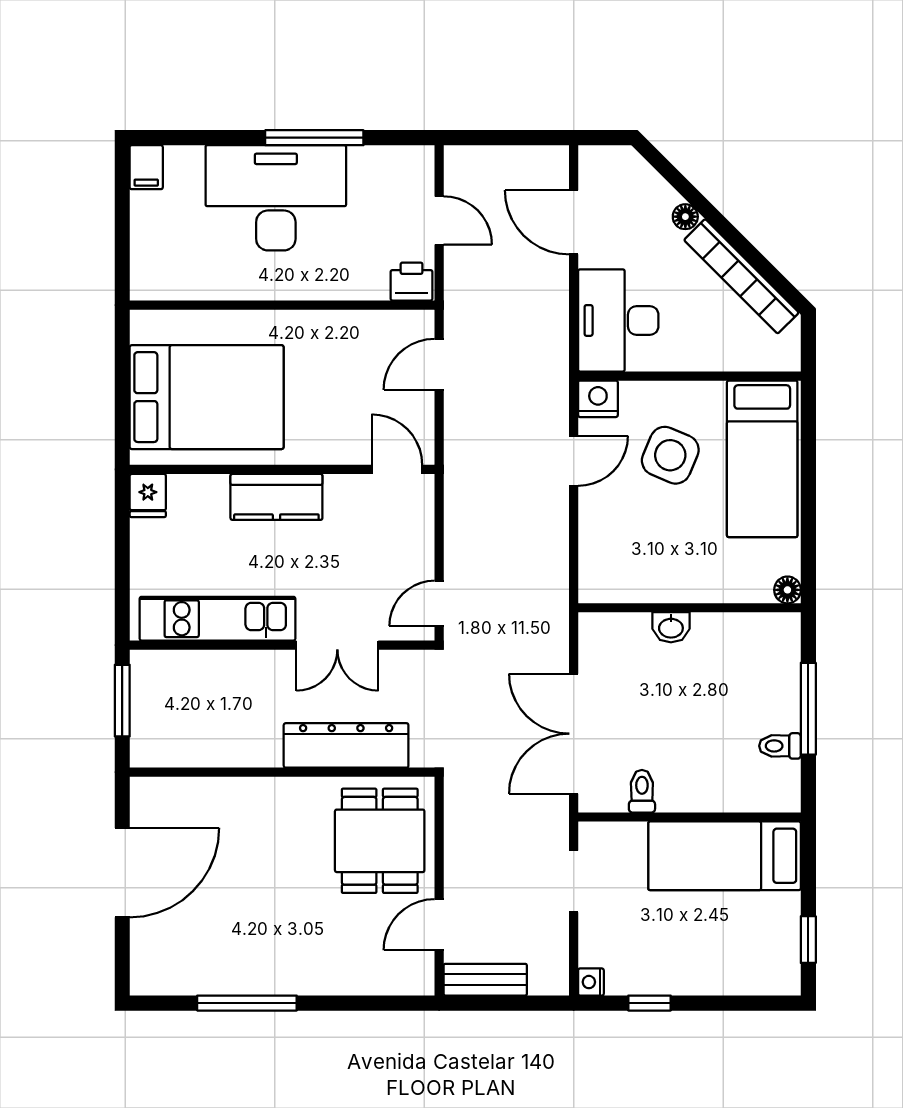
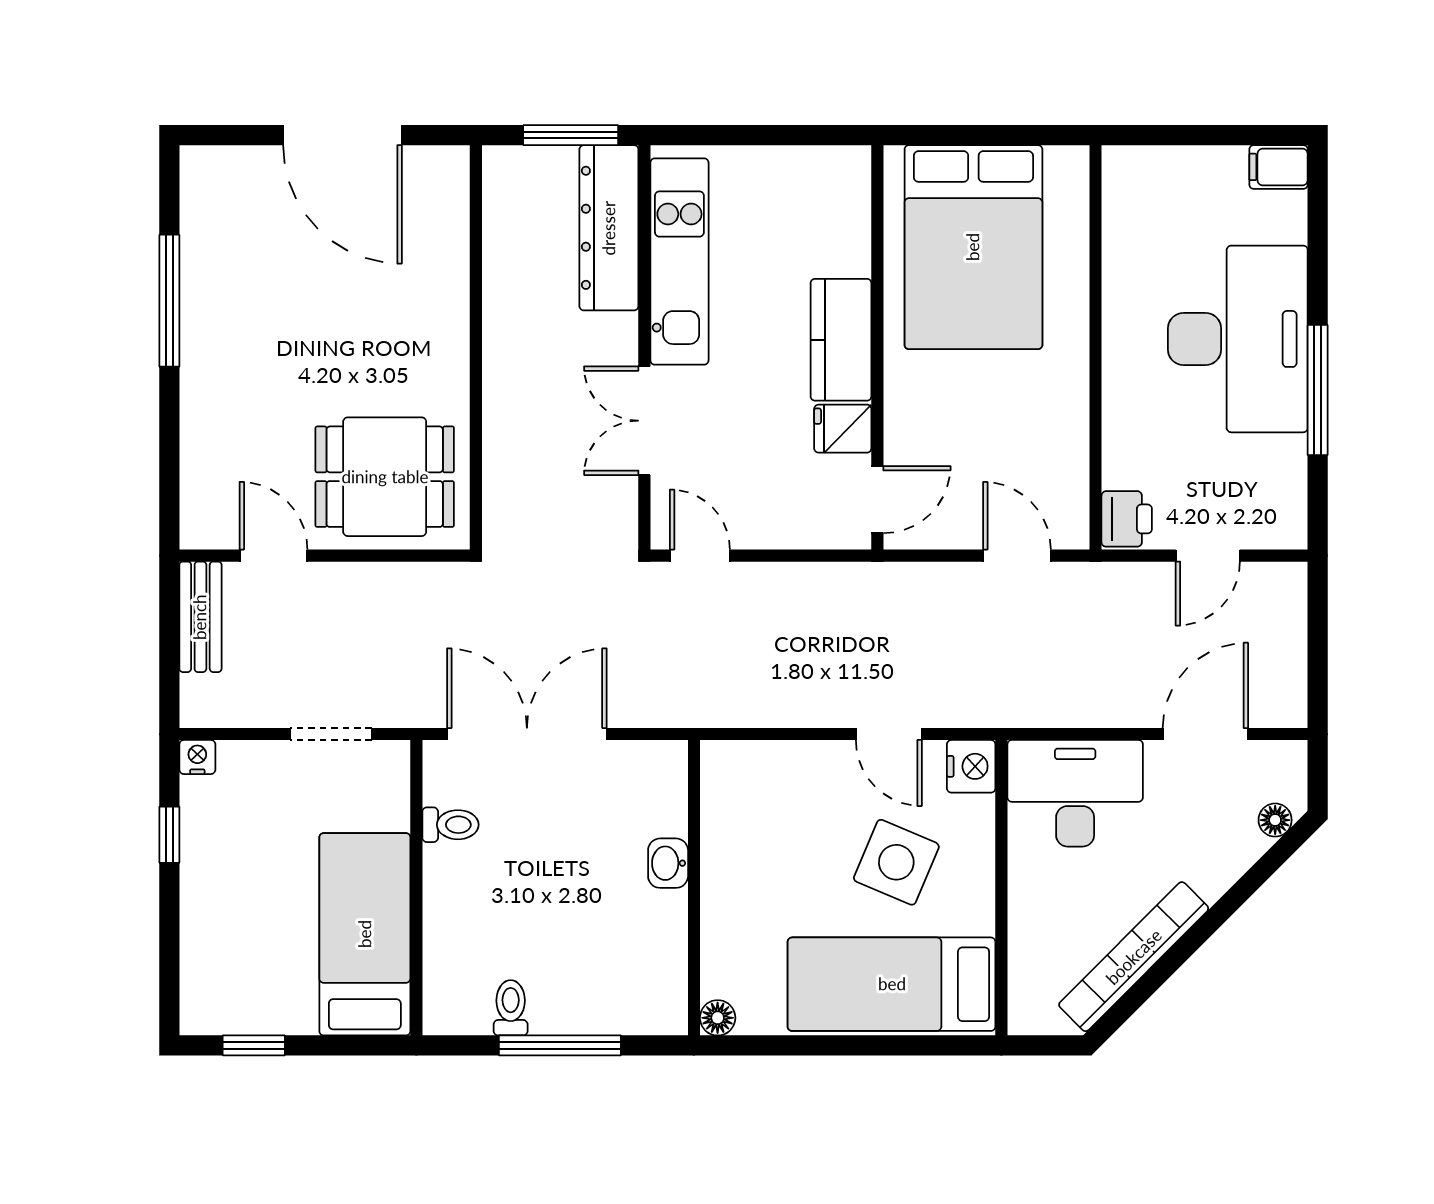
floor lamp: (685, 217) -> (1275, 820), moved
fridge: (148, 496) -> (843, 429), moved
dresser: (346, 745) -> (609, 228), moved, turned 180

